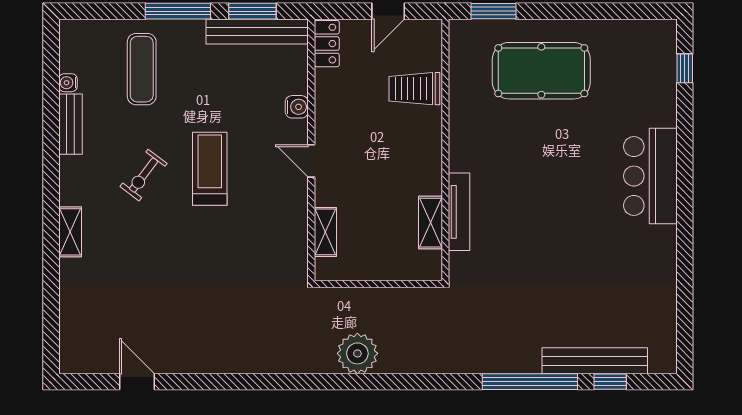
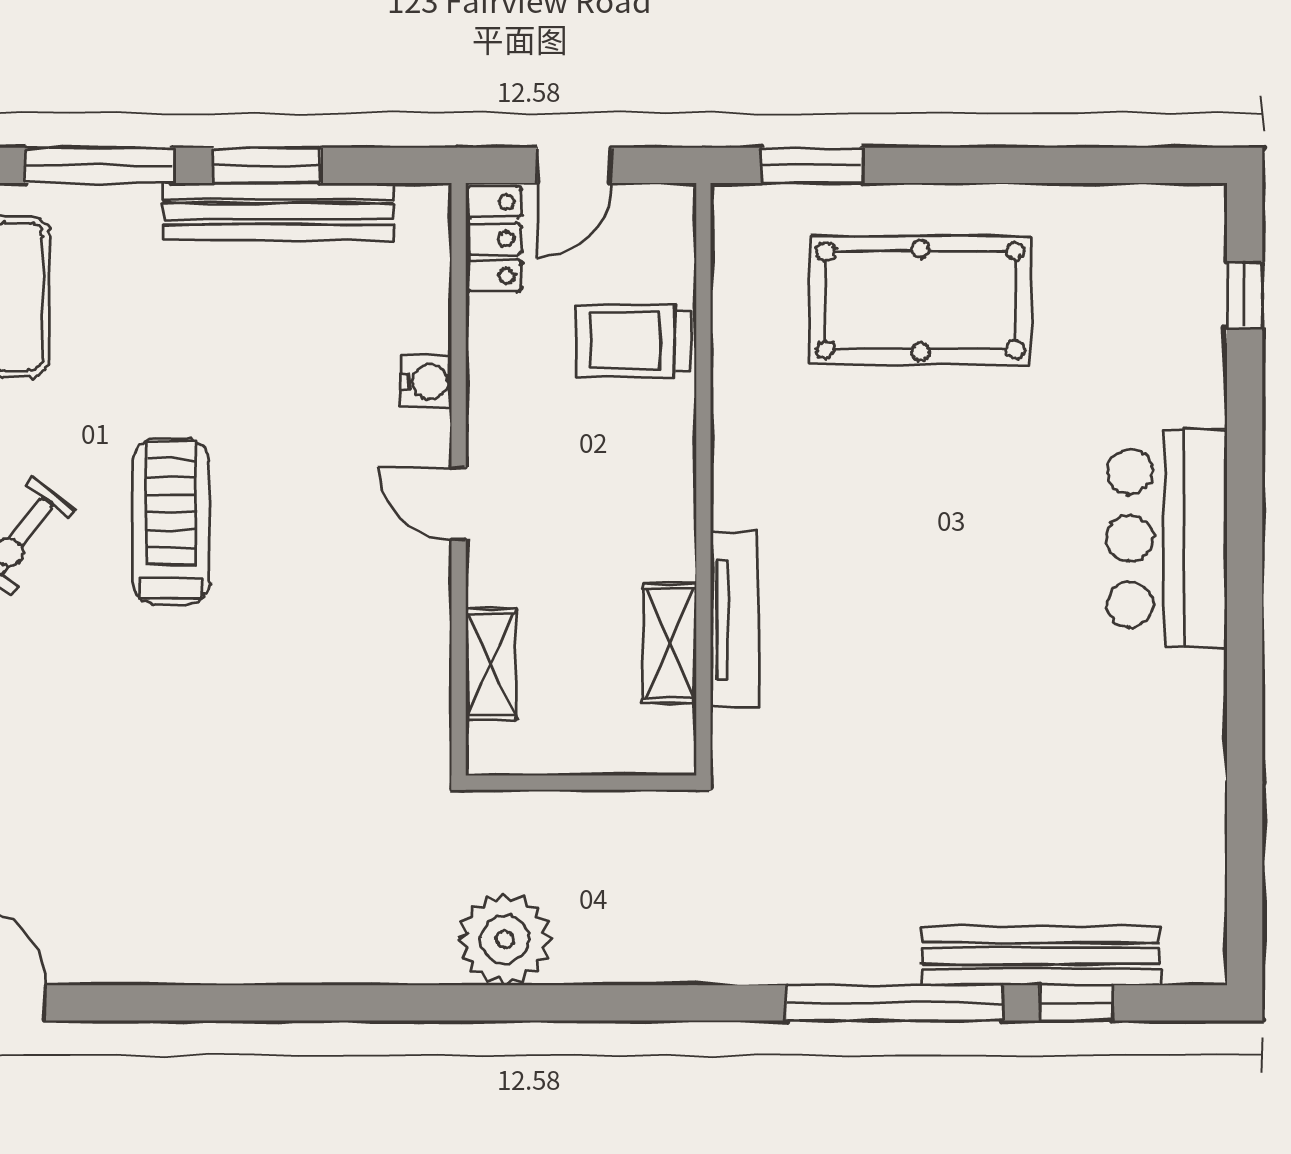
locker: (327, 44) -> (494, 239), moved
water cooler: (297, 107) -> (426, 382), moved
wall: (311, 150) -> (459, 479), moved
door: (311, 161) -> (459, 504), moved
shelving: (325, 232) -> (491, 665), moved

